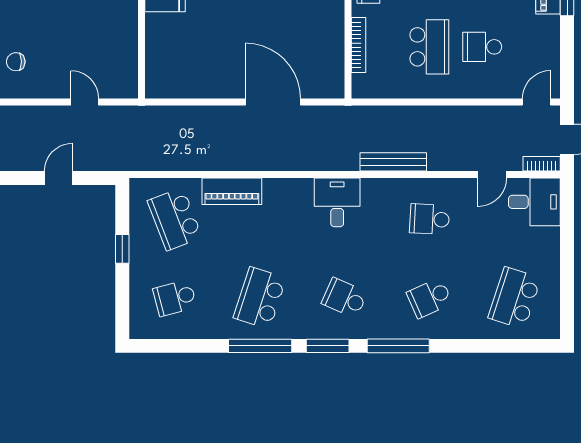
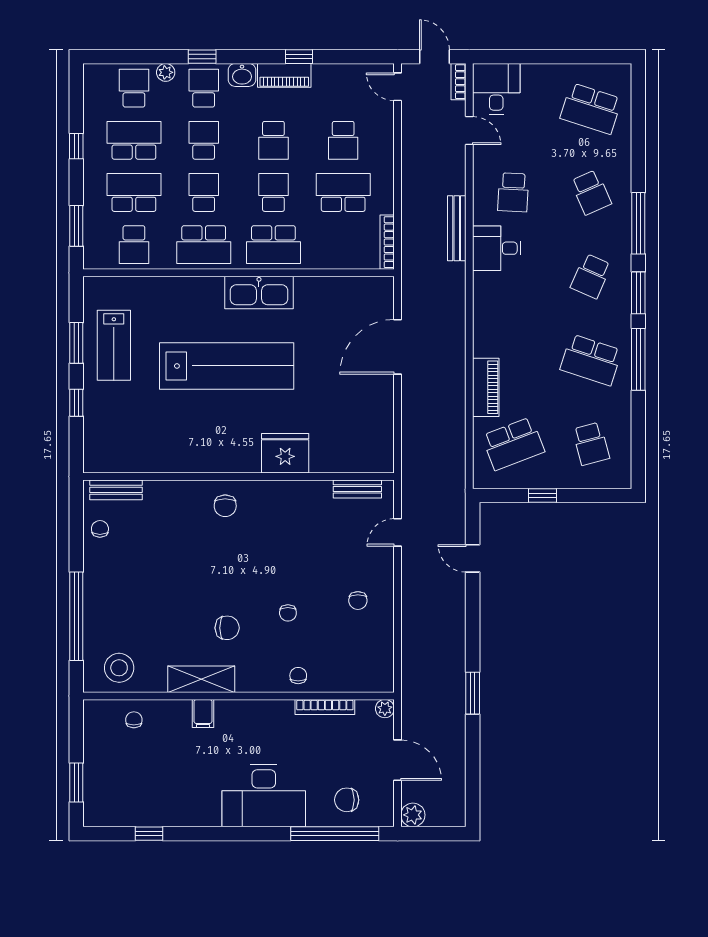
bookcase: (358, 45) -> (387, 242), moved, turned -90
bench: (129, 61) -> (357, 489), added
desk: (337, 202) -> (497, 248), moved

